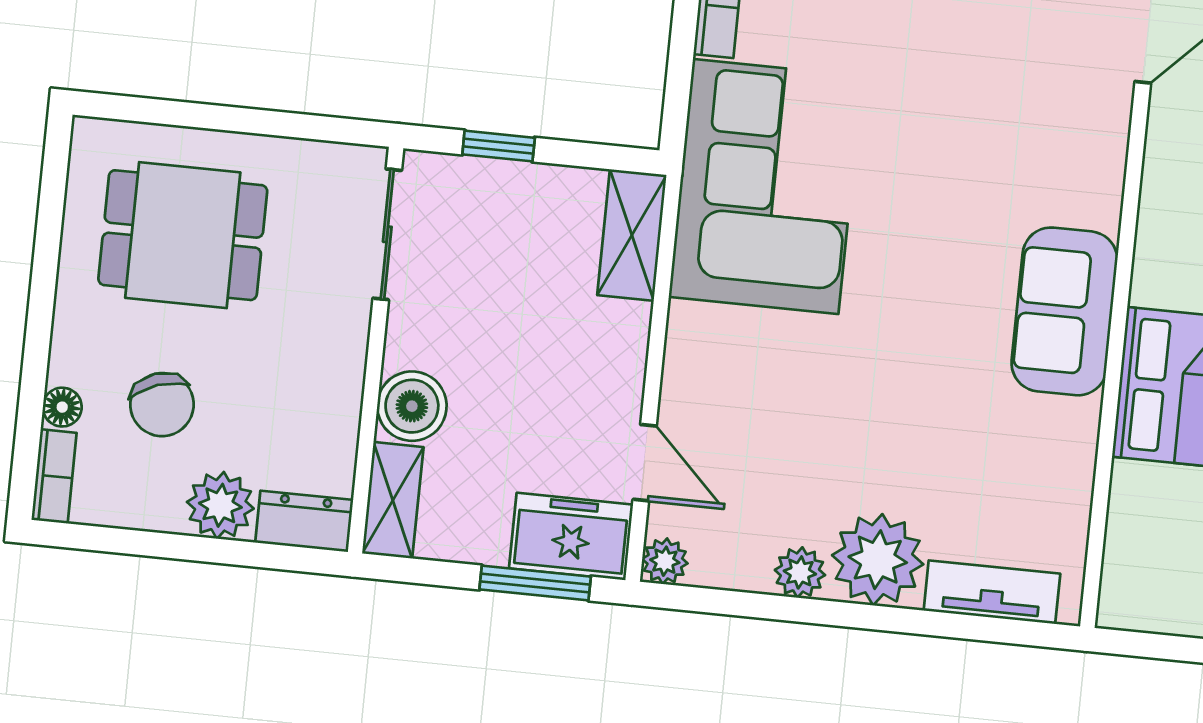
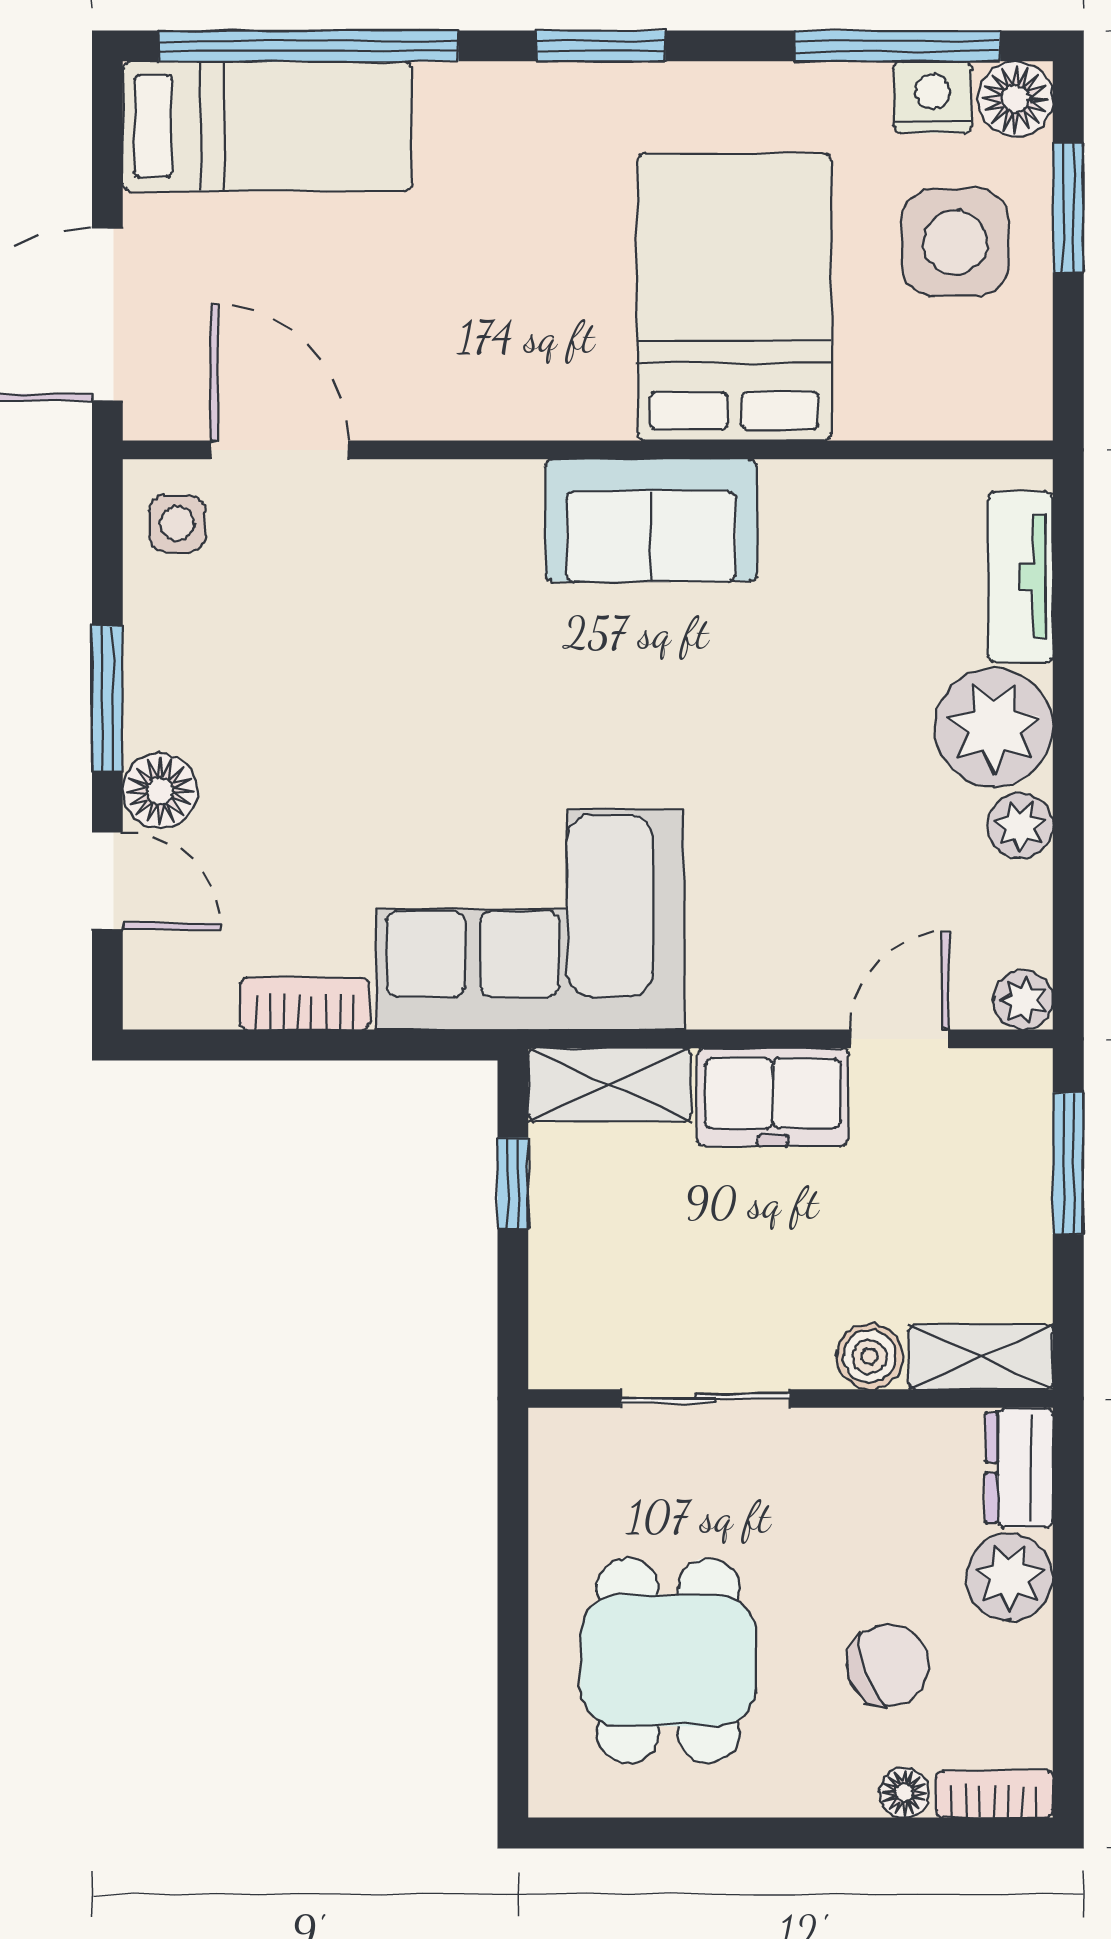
window: (499, 146) -> (513, 1183), moved
sliding door: (387, 234) -> (705, 1398), moved
boiler: (412, 406) -> (870, 1356), width x0.73, depth x0.73
freezer: (571, 536) -> (773, 1097), moved, turned -90

